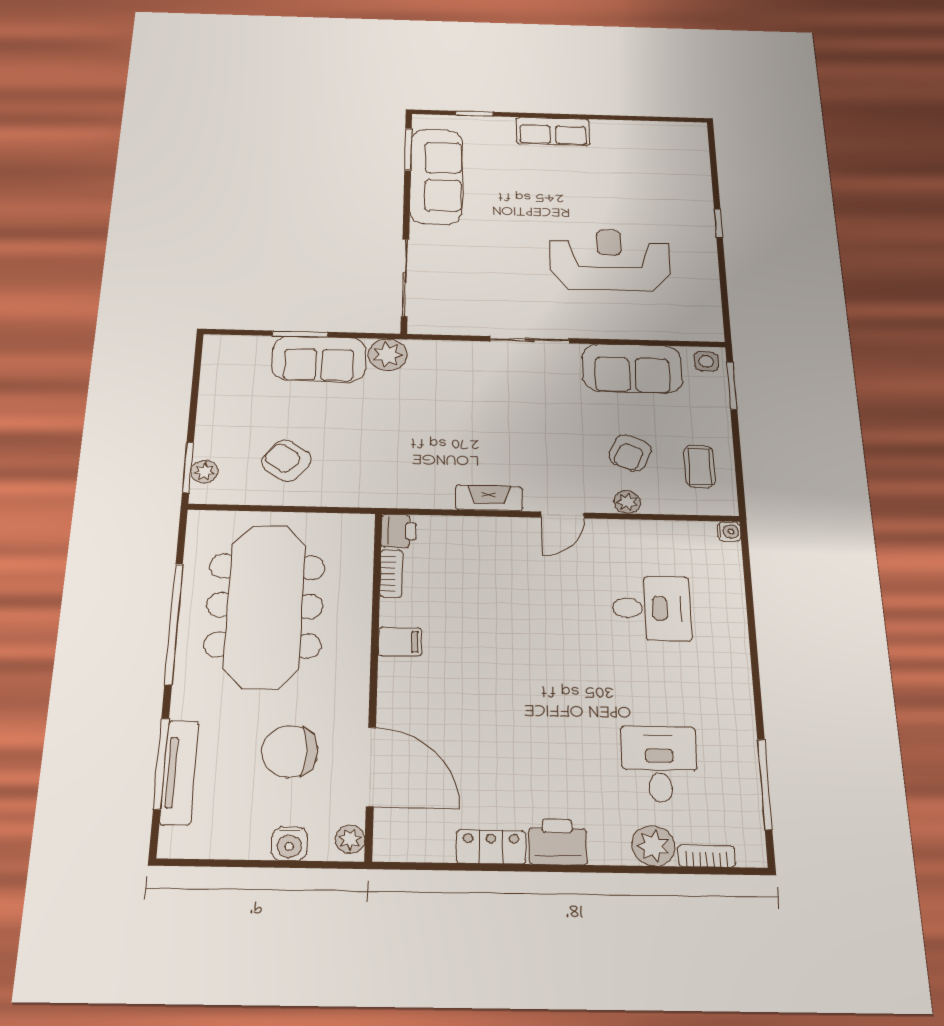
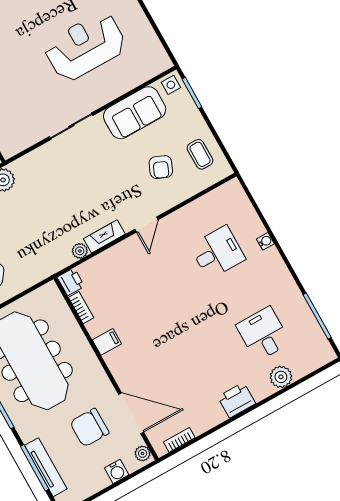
plant: (627, 502) -> (80, 251), moved
water cooler: (729, 531) -> (265, 241), moved
locker: (491, 847) -> (208, 420), removed
bookcase: (707, 856) -> (179, 440), moved

